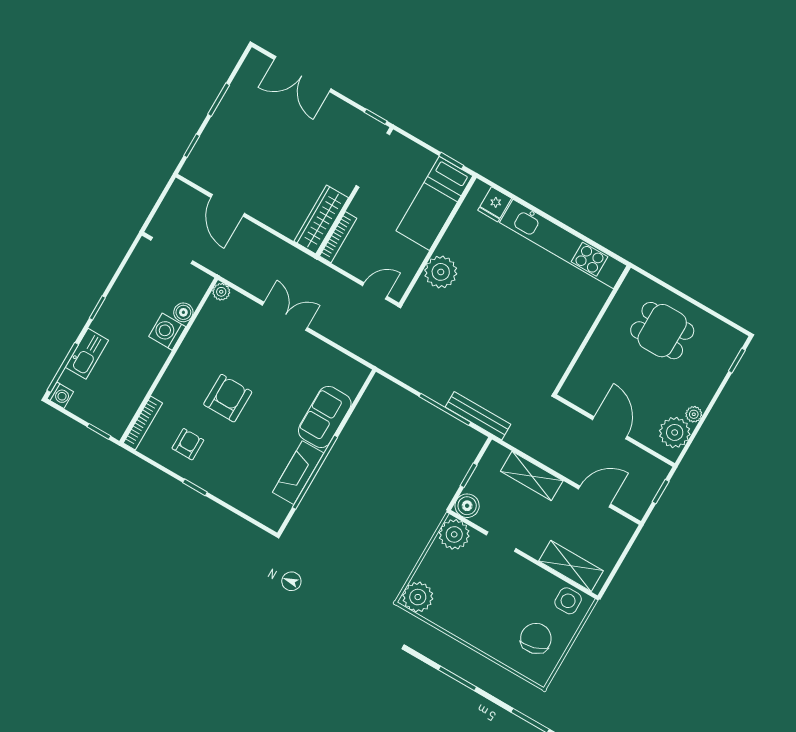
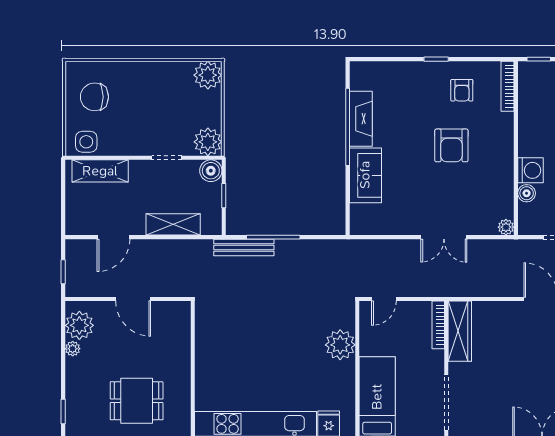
chair: (536, 638) -> (94, 97), turned 106

